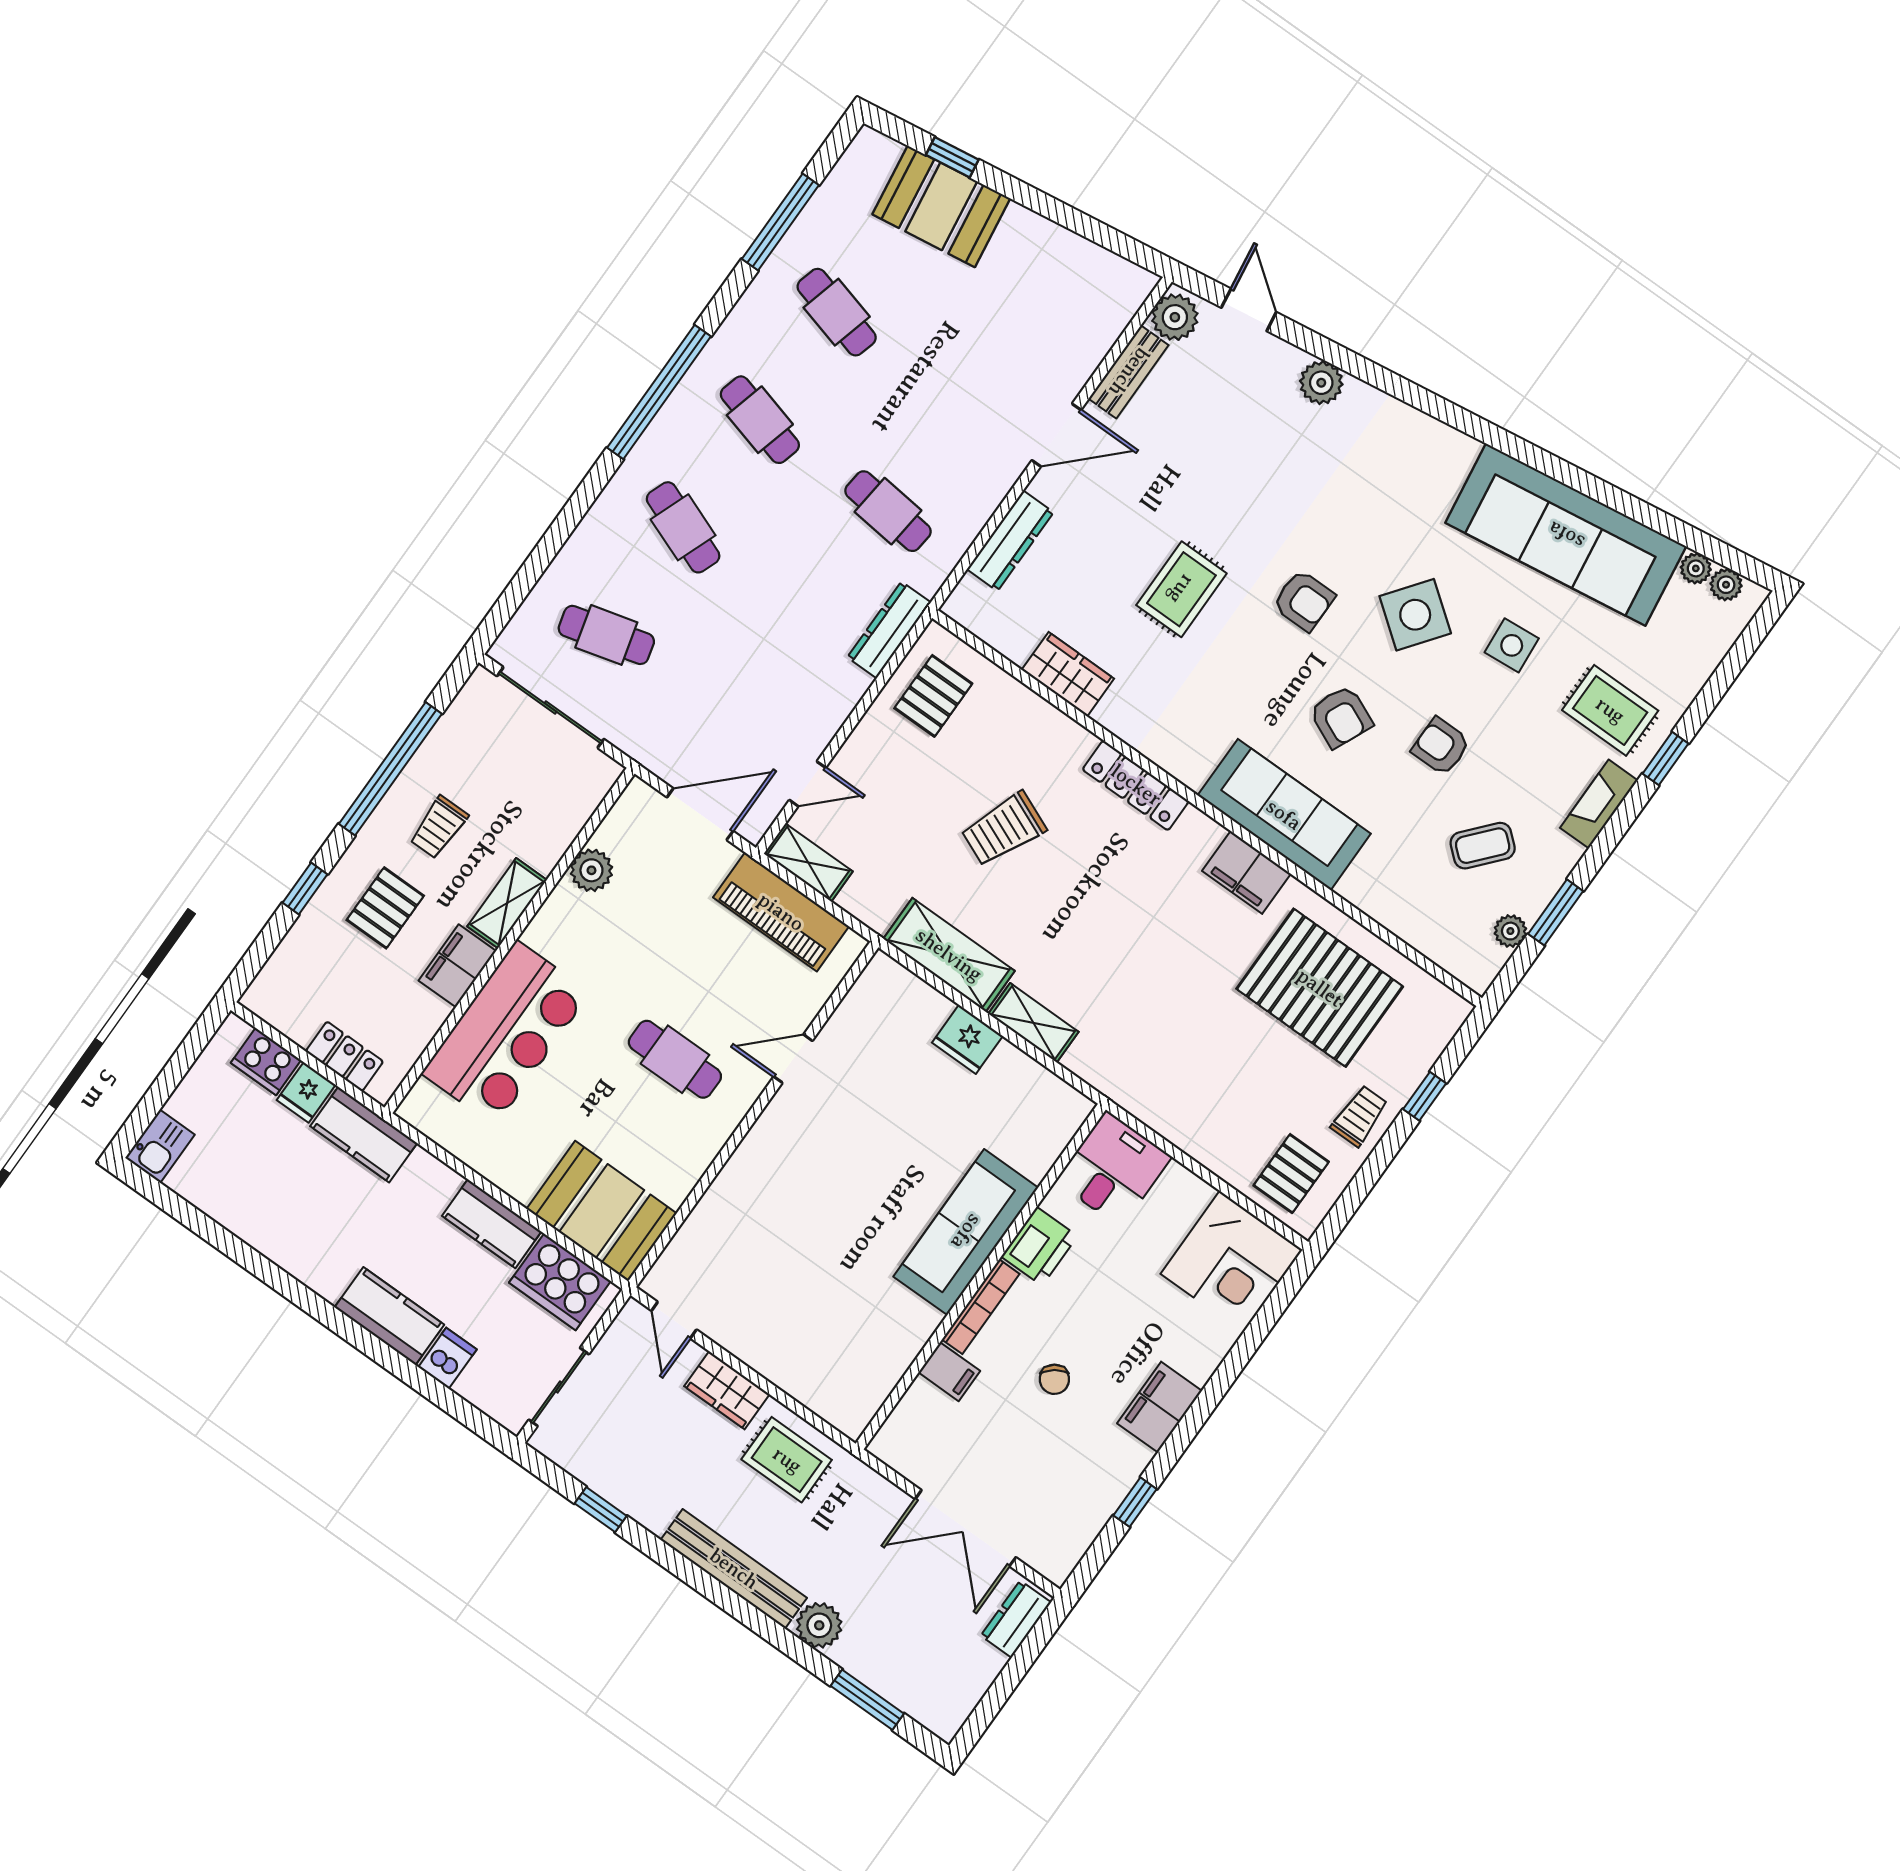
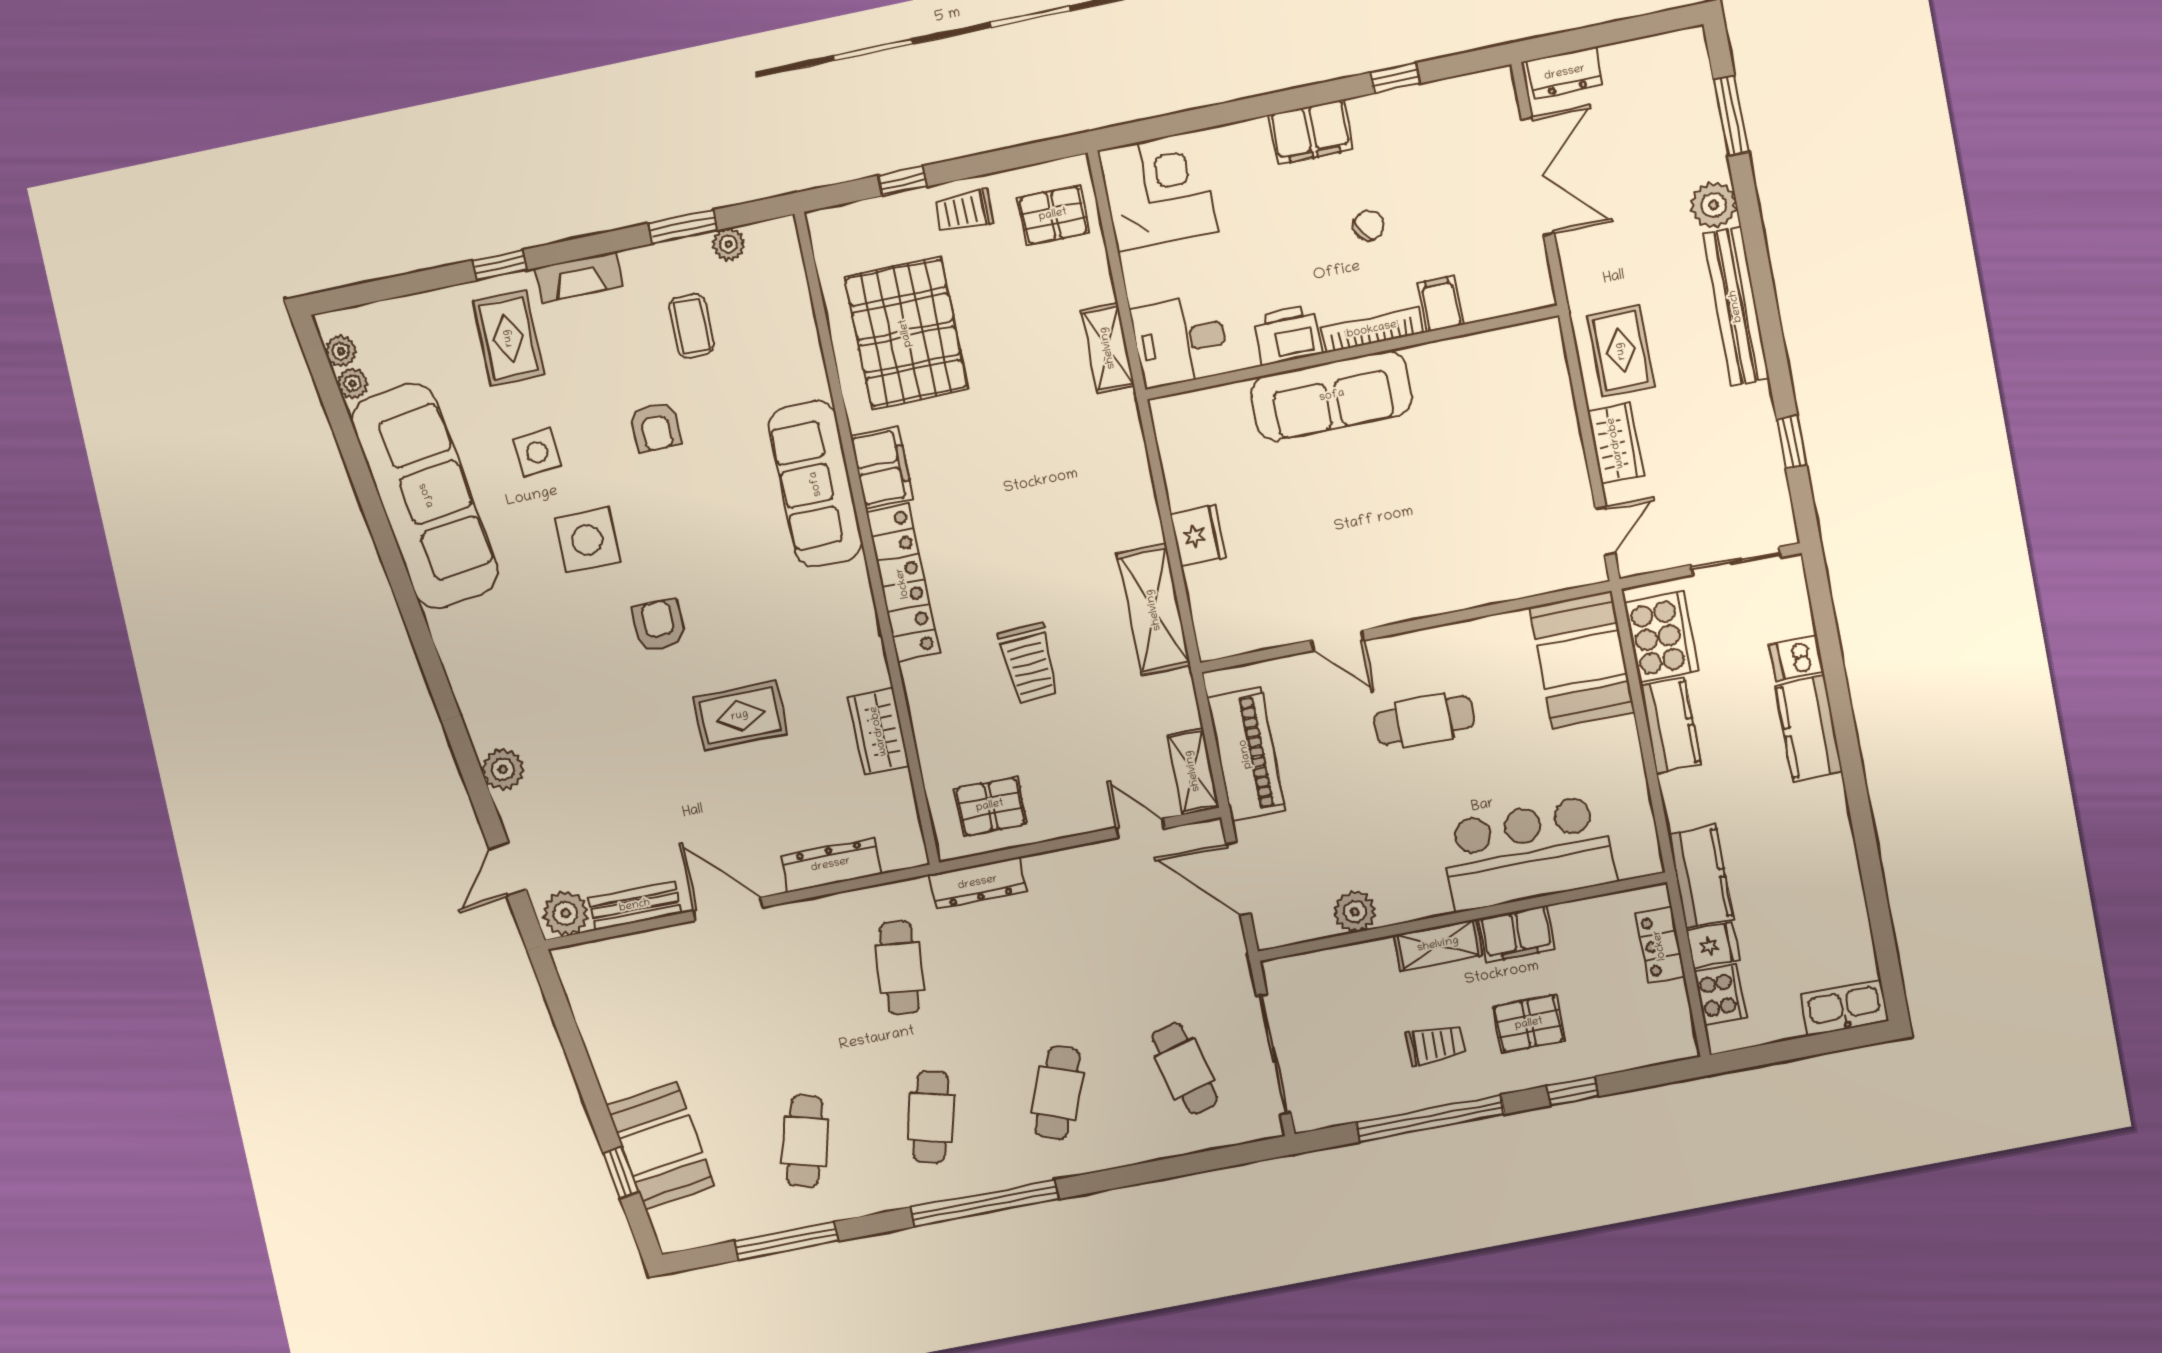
side table: (1415, 615) -> (587, 540), turned -37
armchair: (1341, 717) -> (709, 516), removed
locker: (1136, 785) -> (903, 583), width x1.41, depth x1.21
trolley: (1004, 829) -> (1029, 663), turned 64
coffee table: (1483, 846) -> (692, 326), turned 49
shelving: (1033, 1023) -> (1108, 348), moved
cafe table: (675, 1059) -> (1424, 720), turned 90
kitchen sink: (160, 1146) -> (1845, 1008), width x1.38

